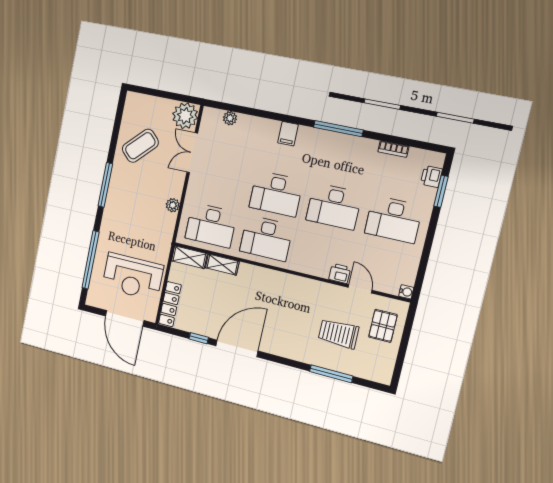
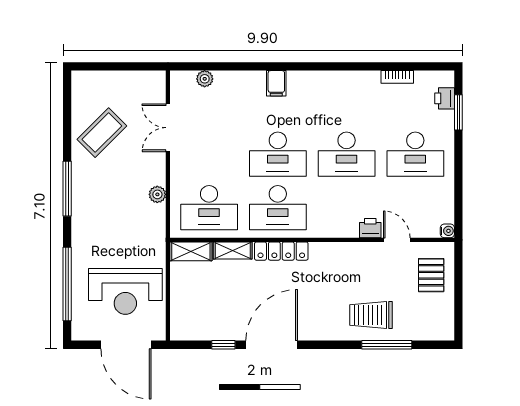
plant: (185, 116) -> (150, 86), removed
window: (338, 129) -> (332, 66), removed
locker: (170, 304) -> (281, 251), moved, turned 90
trolley: (338, 334) -> (371, 315), moved

